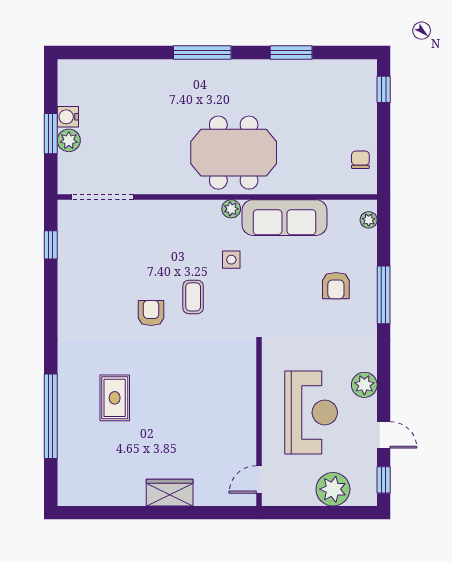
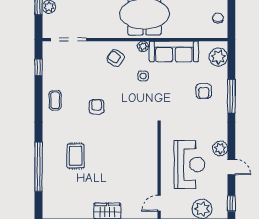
plant: (369, 220) -> (218, 57), width x1.88, depth x1.88
armchair: (184, 229) -> (116, 58), added
coffee table: (193, 297) -> (55, 100), moved
door: (384, 435) -> (231, 167), moved

